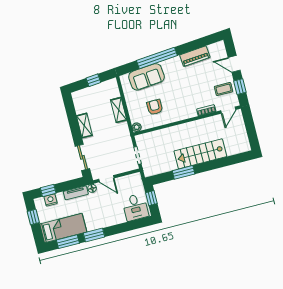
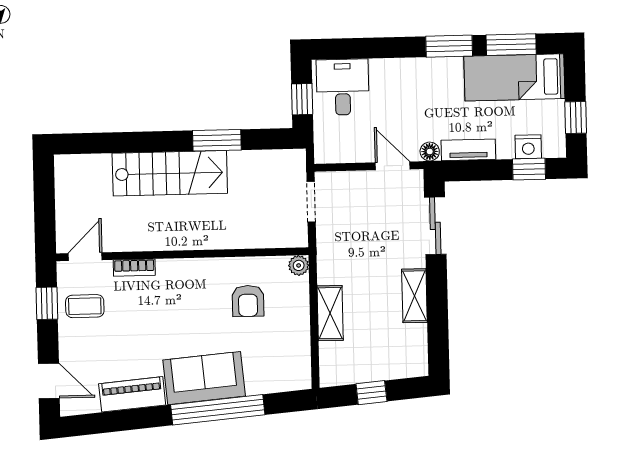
door: (234, 64) -> (49, 381), moved
sofa: (146, 77) -> (204, 378), moved

